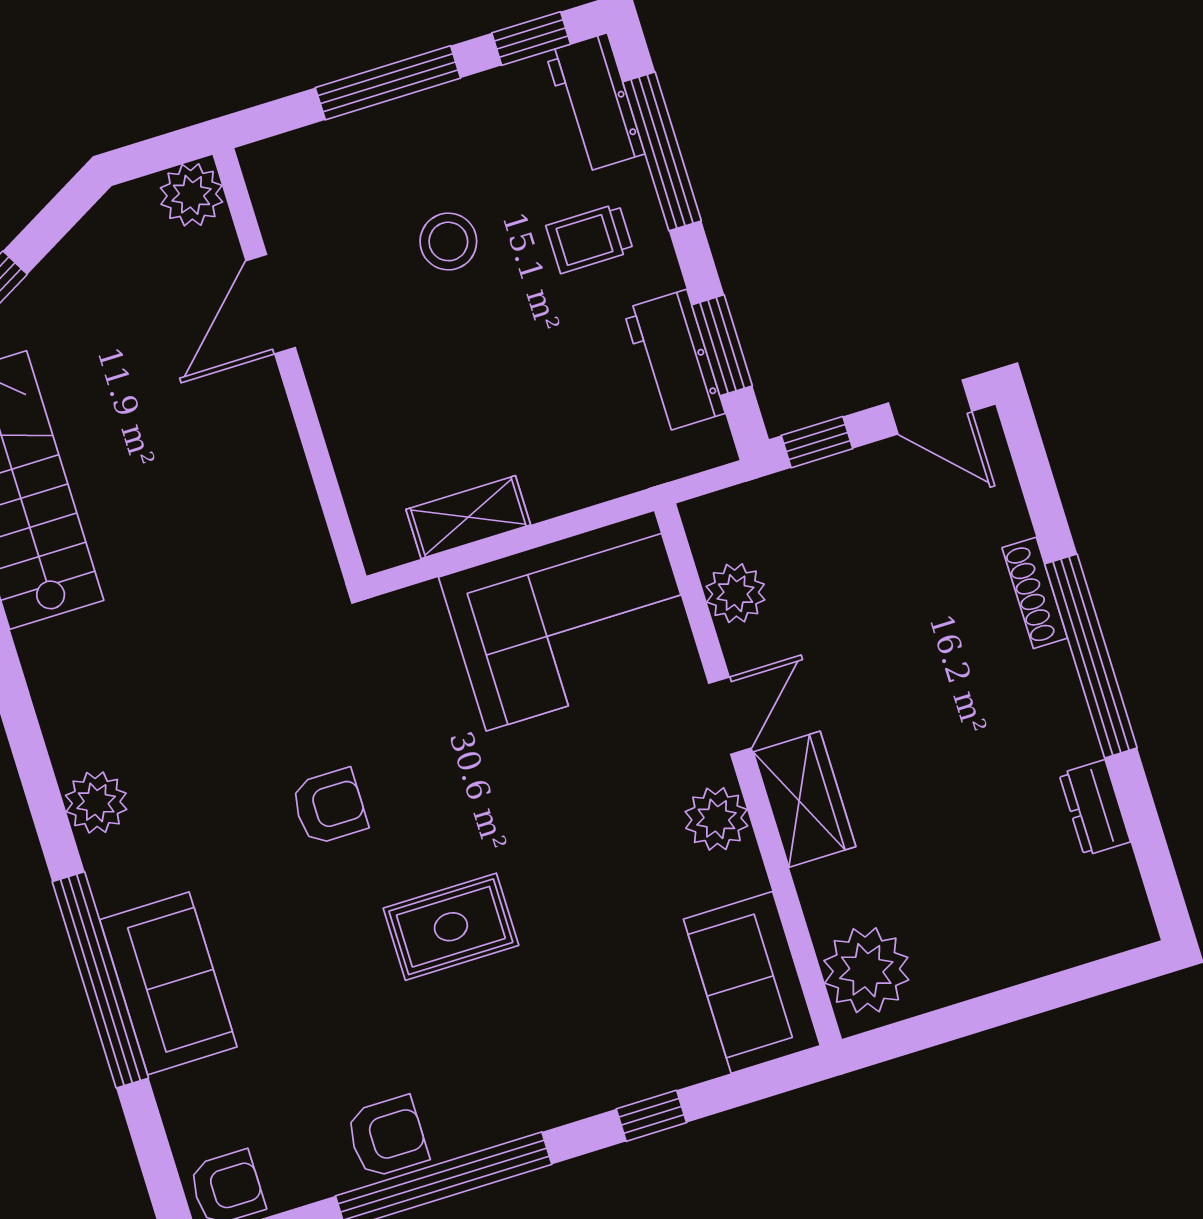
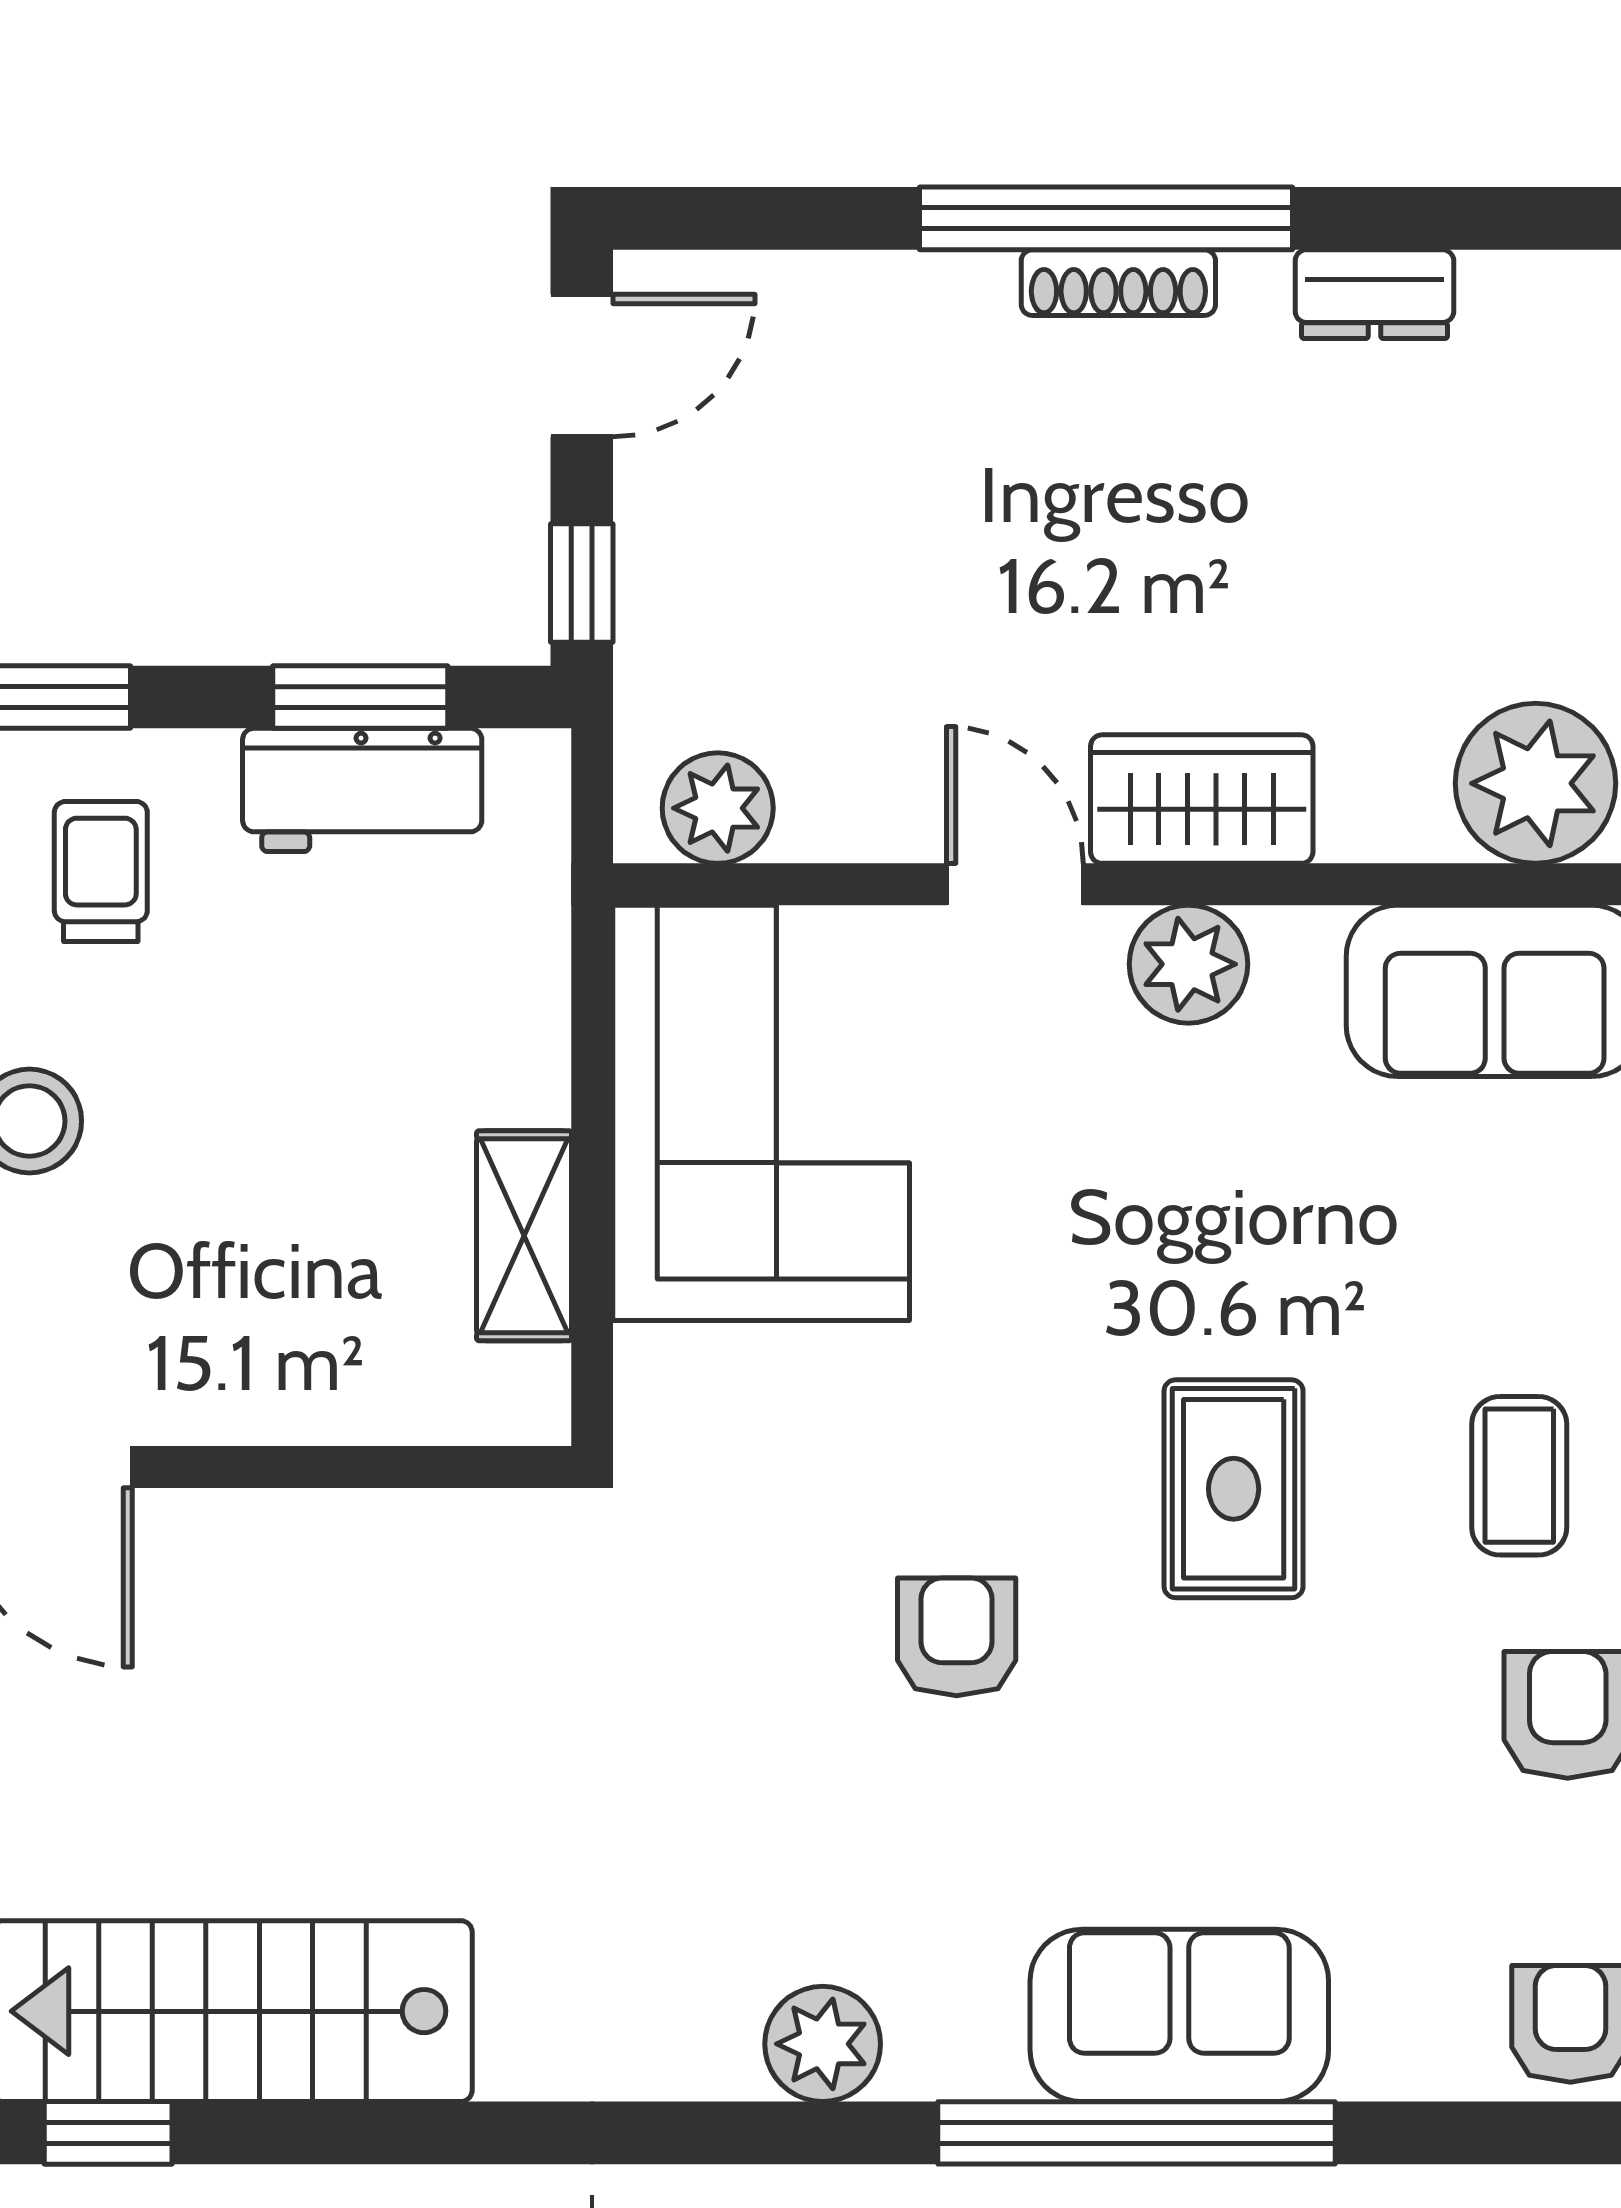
trolley: (590, 238) -> (101, 871), turned 180
plant: (736, 593) -> (718, 808), moved
shoe rack: (1035, 593) -> (1118, 283), moved
coffee table: (504, 1073) -> (1519, 1476), added

